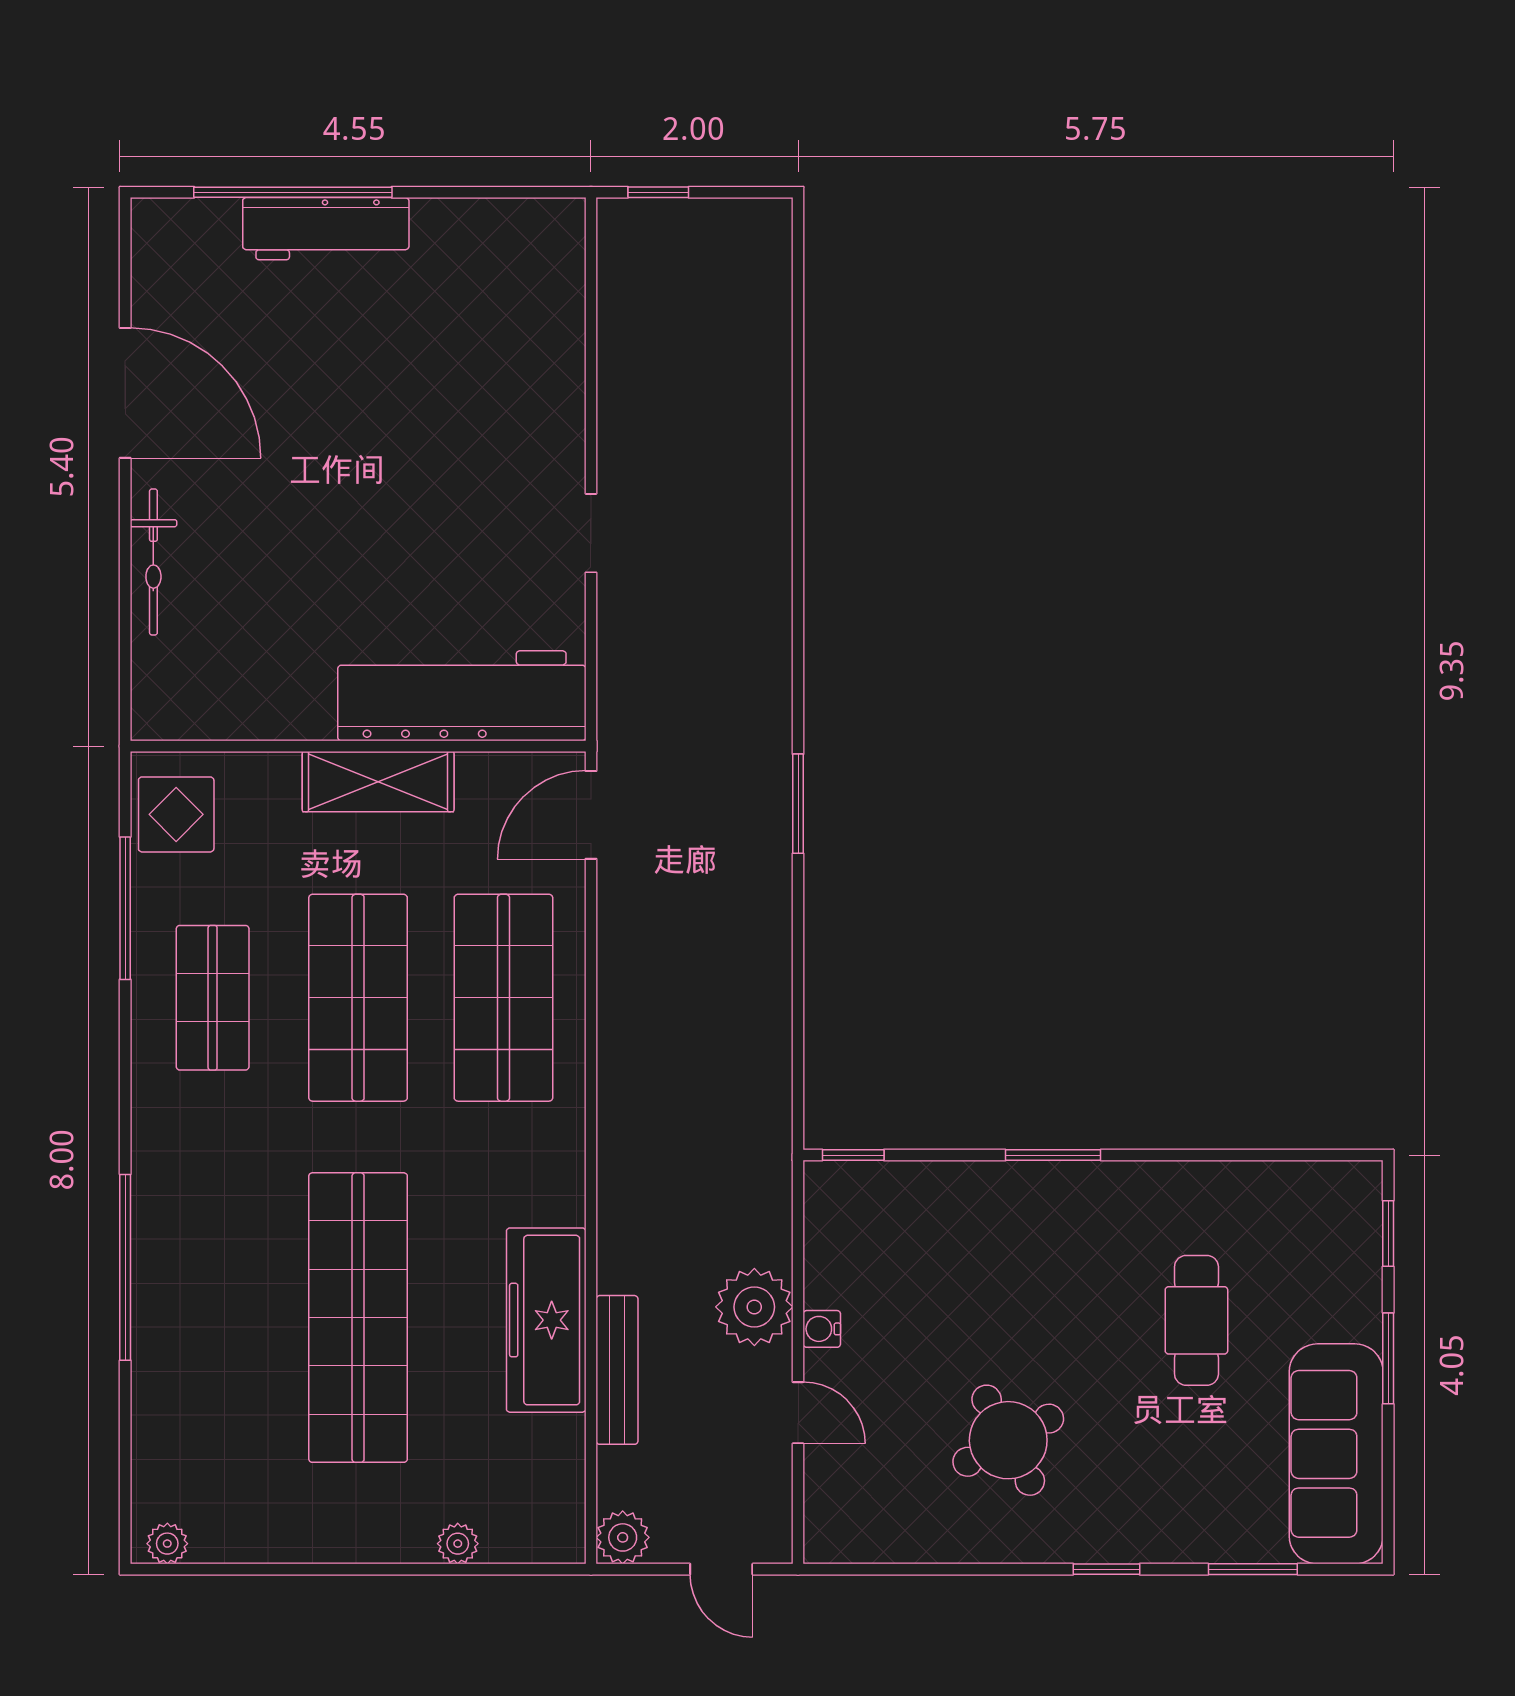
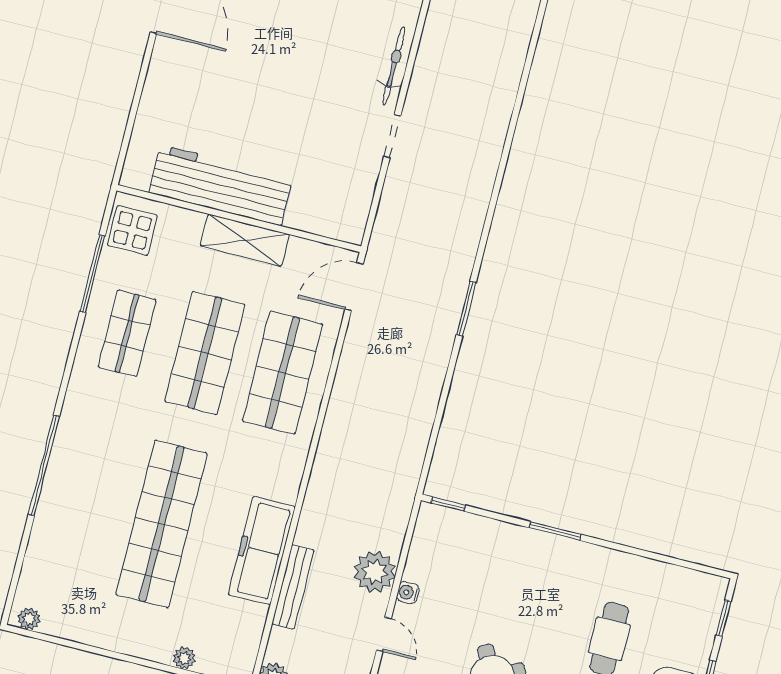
bicycle: (153, 562) -> (394, 66), moved, turned 180
workbench: (462, 696) -> (221, 185), moved

